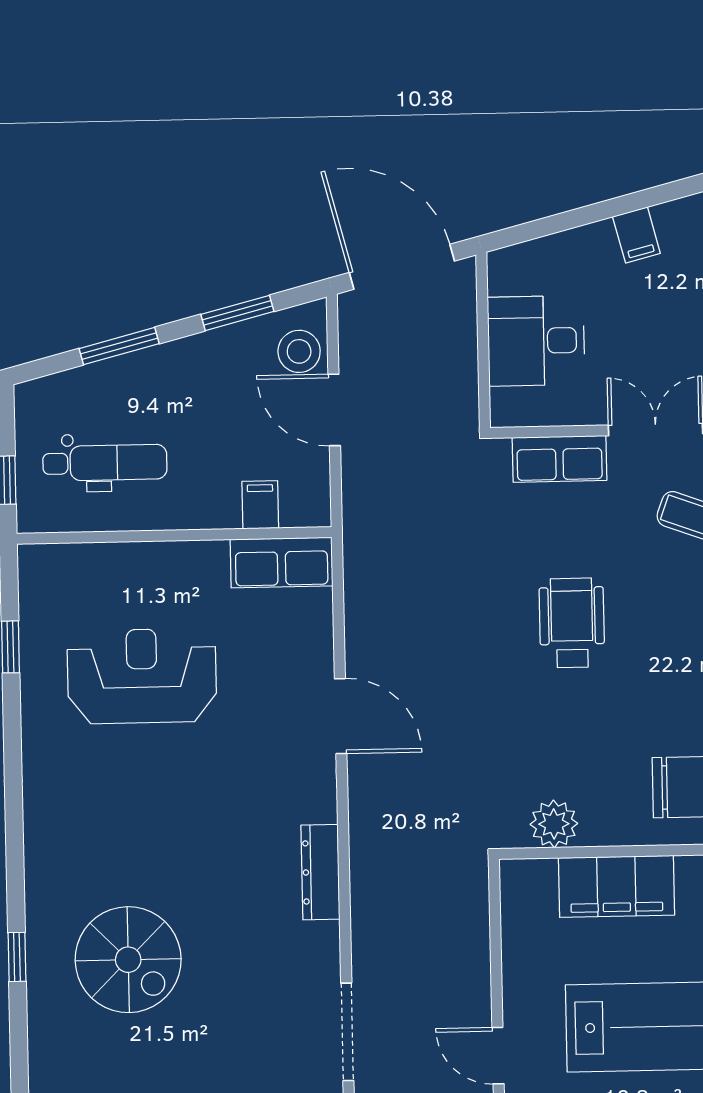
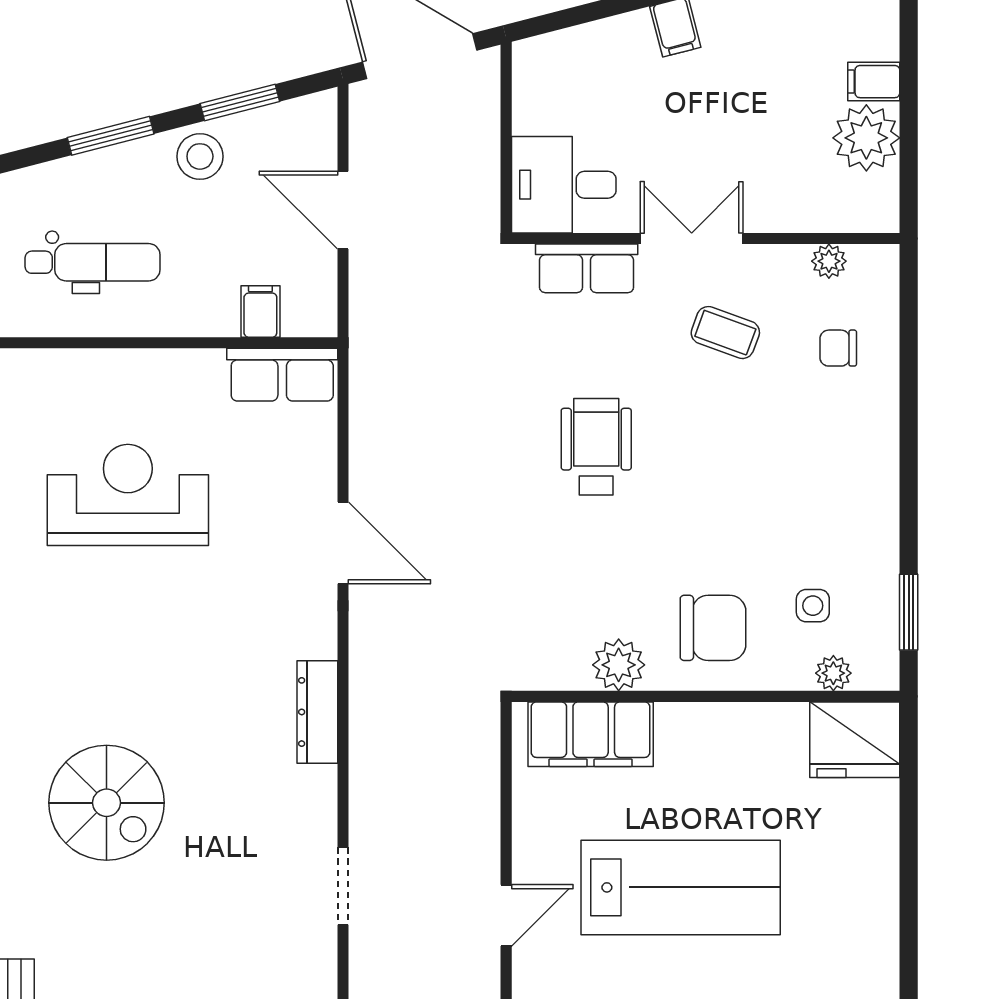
desk: (536, 341) -> (564, 185), moved
stool: (299, 351) -> (200, 156), moved
plant: (554, 824) -> (619, 665), moved
filing cabinet: (616, 886) -> (591, 734), moved
doorway: (347, 1032) -> (343, 886), width x0.73
door: (498, 1056) -> (506, 915), swing flipped

